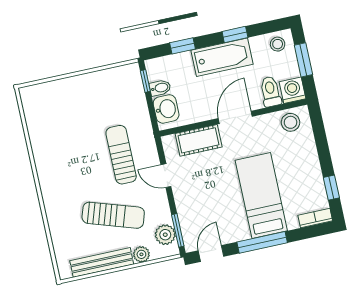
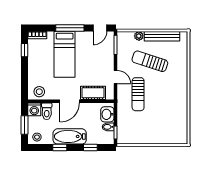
plant: (165, 235) -> (123, 44), removed

